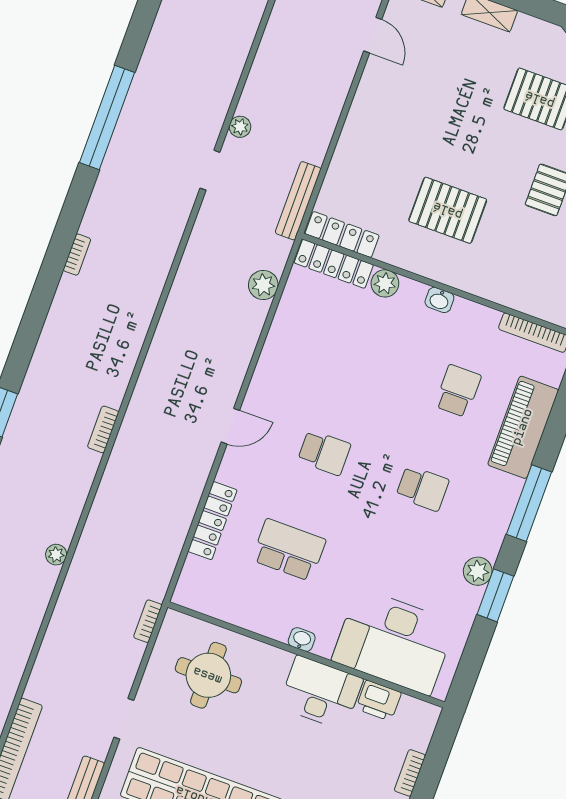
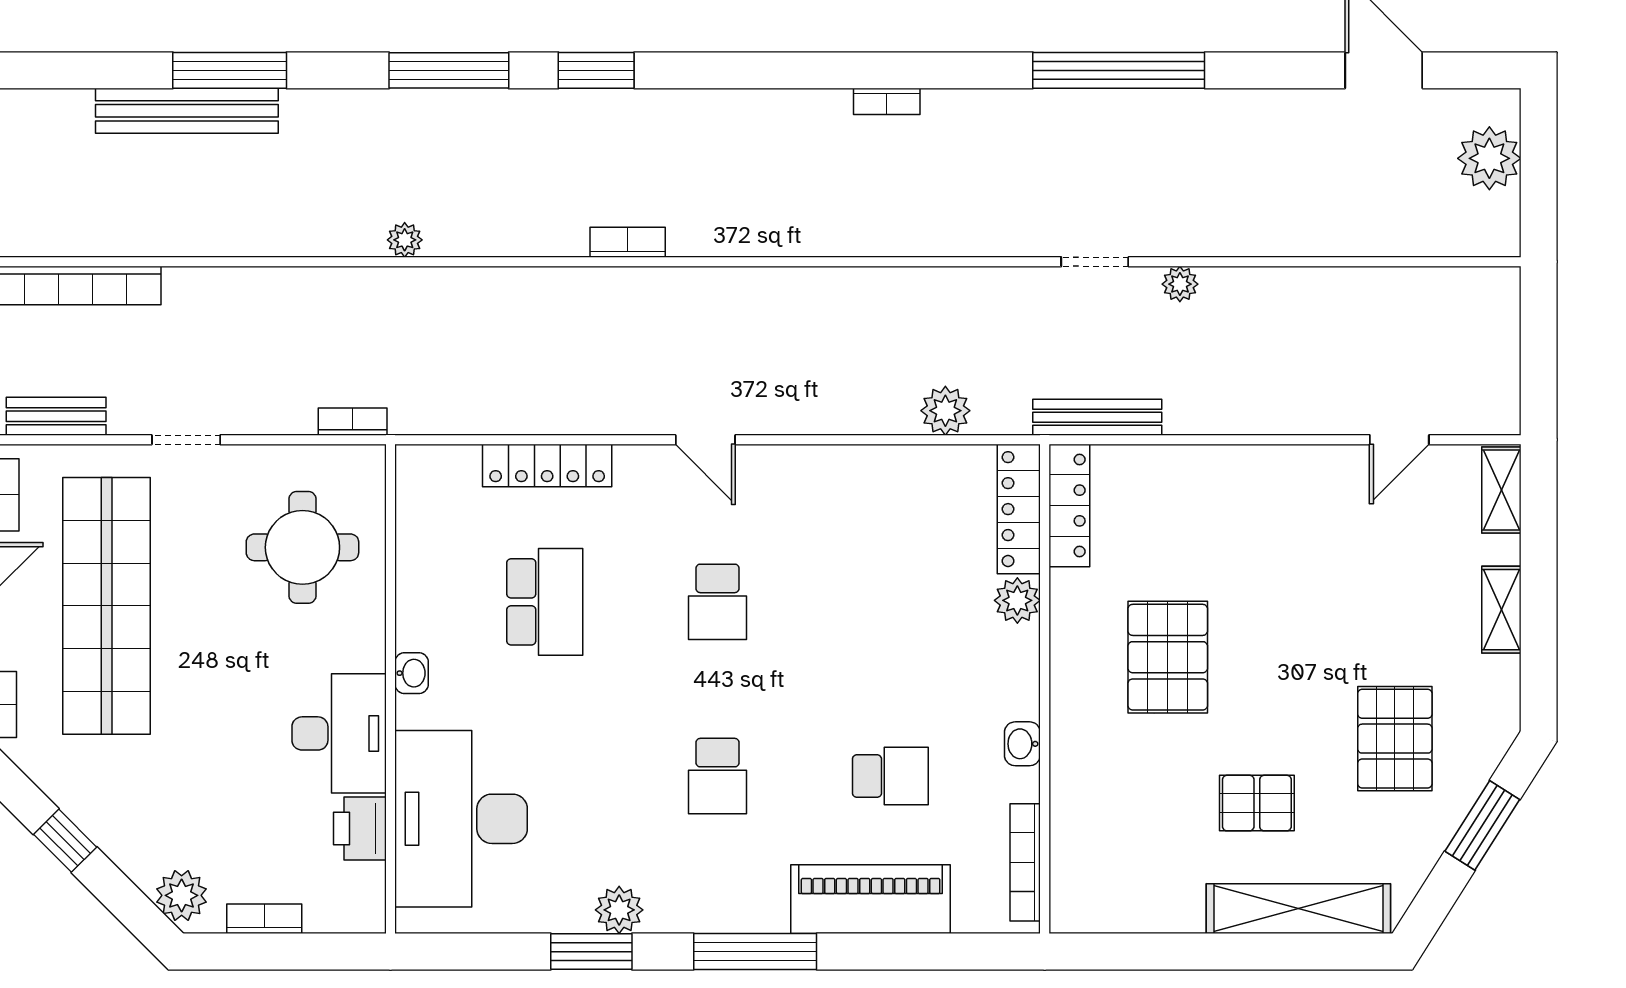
washbasin: (439, 300) -> (1022, 744), moved

